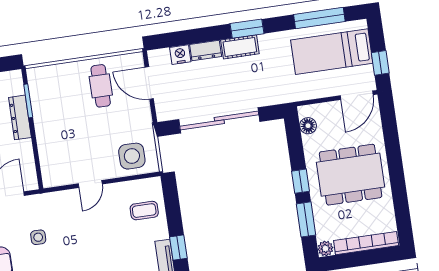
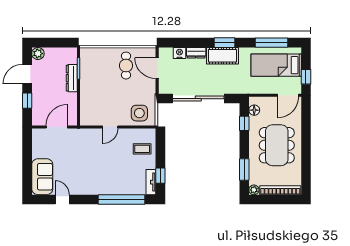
cot: (240, 47) -> (222, 56), width x1.37, depth x1.34
dining table: (351, 175) -> (277, 145), turned 90
window: (300, 181) -> (244, 123), moved
side table: (38, 237) -> (72, 156), removed

